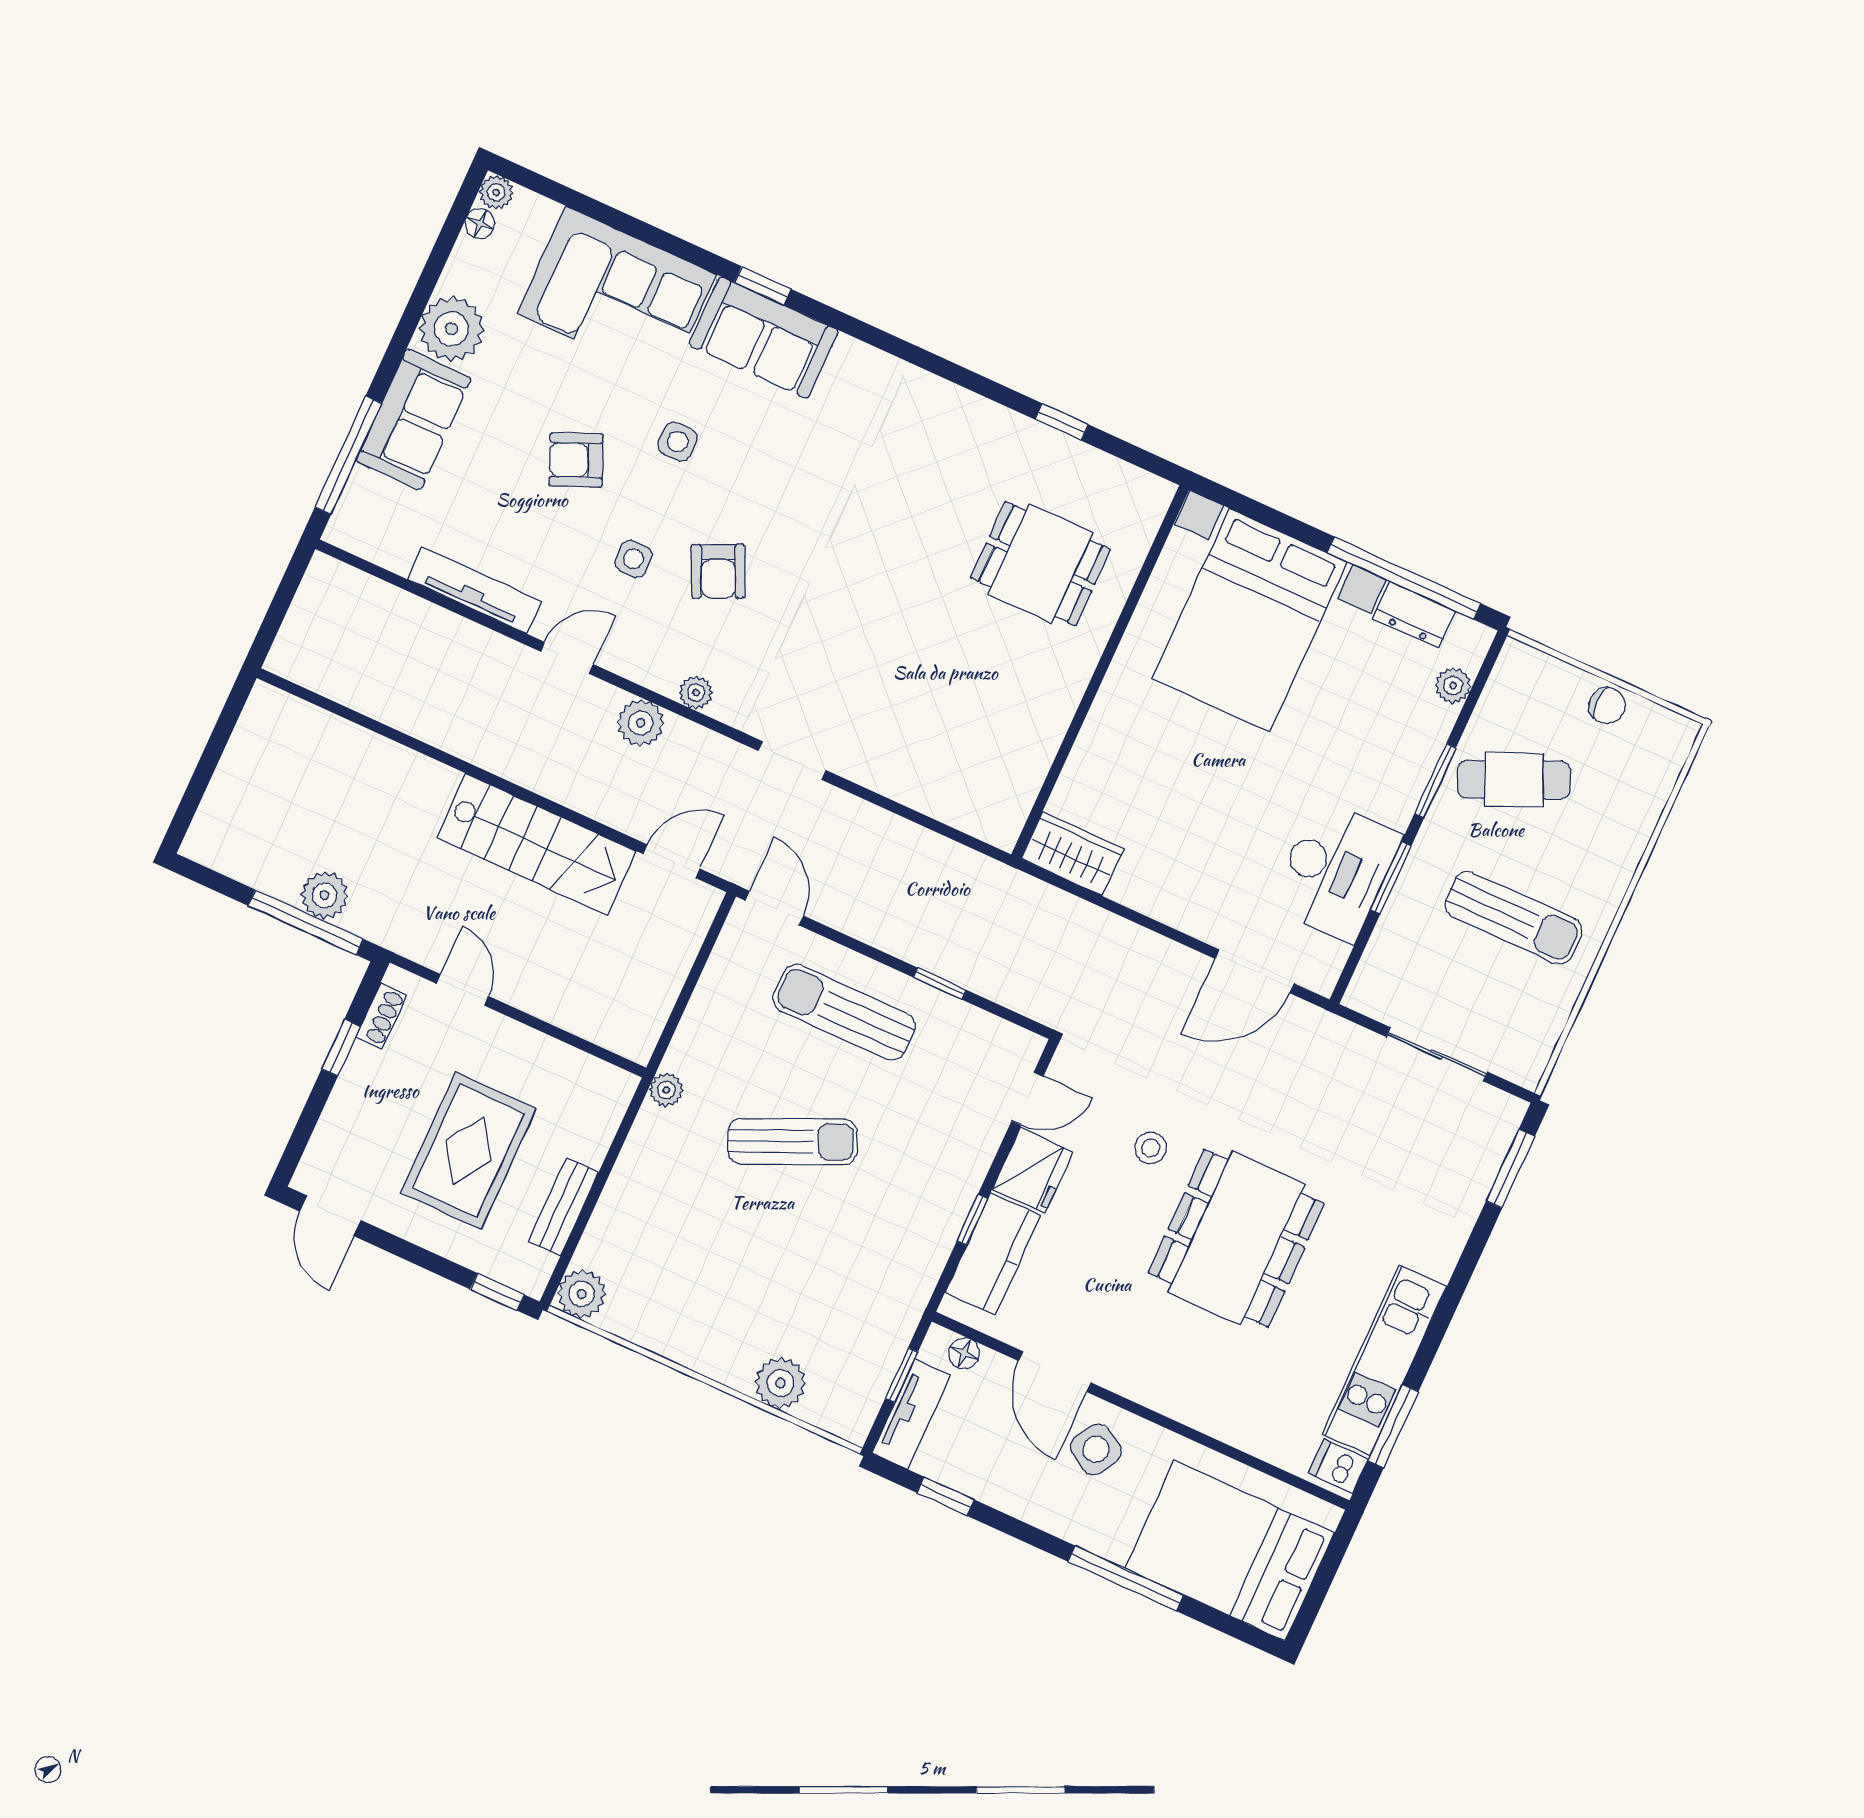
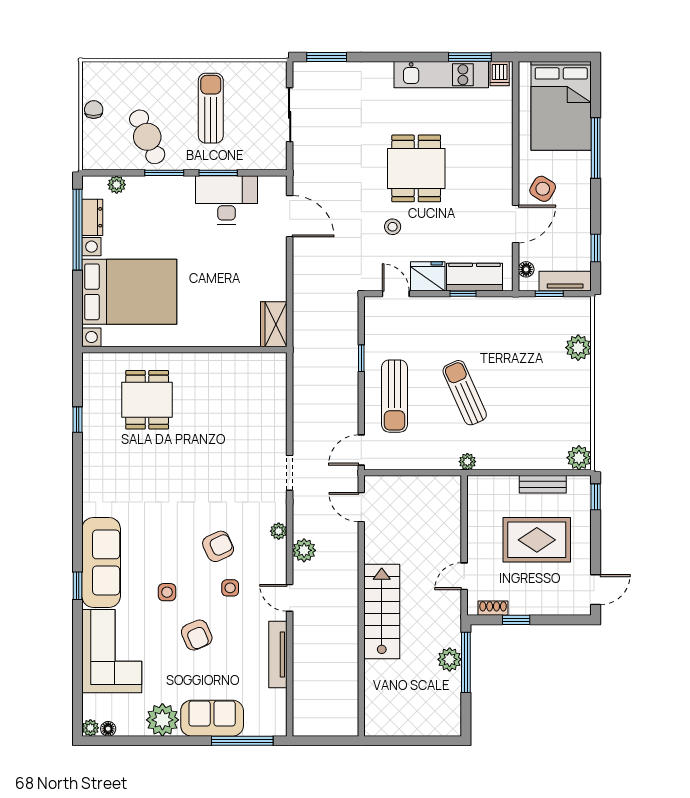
sofa: (764, 338) -> (101, 562), width x1.36
stairs: (536, 844) -> (382, 612), moved
dining table: (1236, 1238) -> (416, 168), width x0.73

